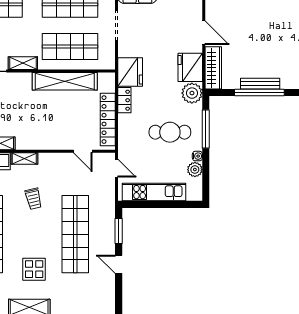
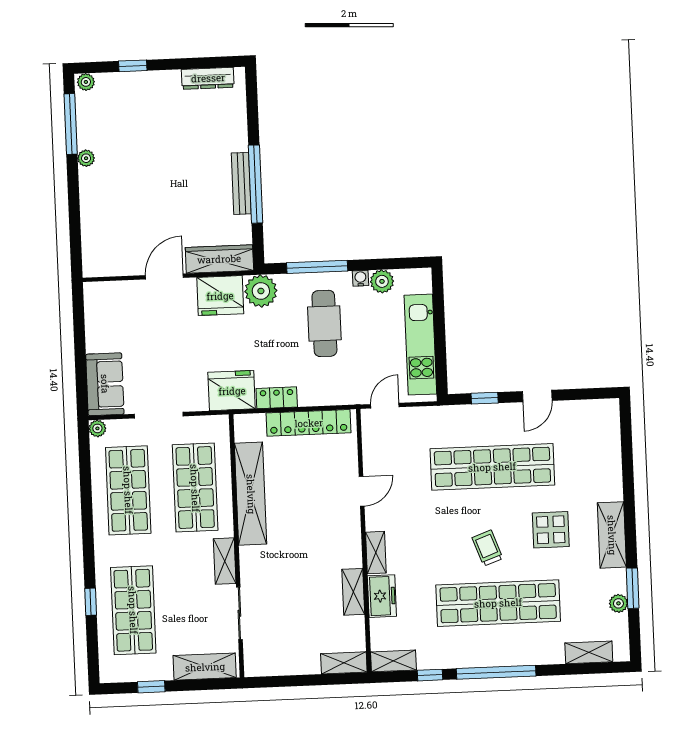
door: (83, 151) -> (362, 491), moved
trolley: (33, 199) -> (487, 548), moved, turned -97
window: (119, 231) -> (485, 398), width x0.67

